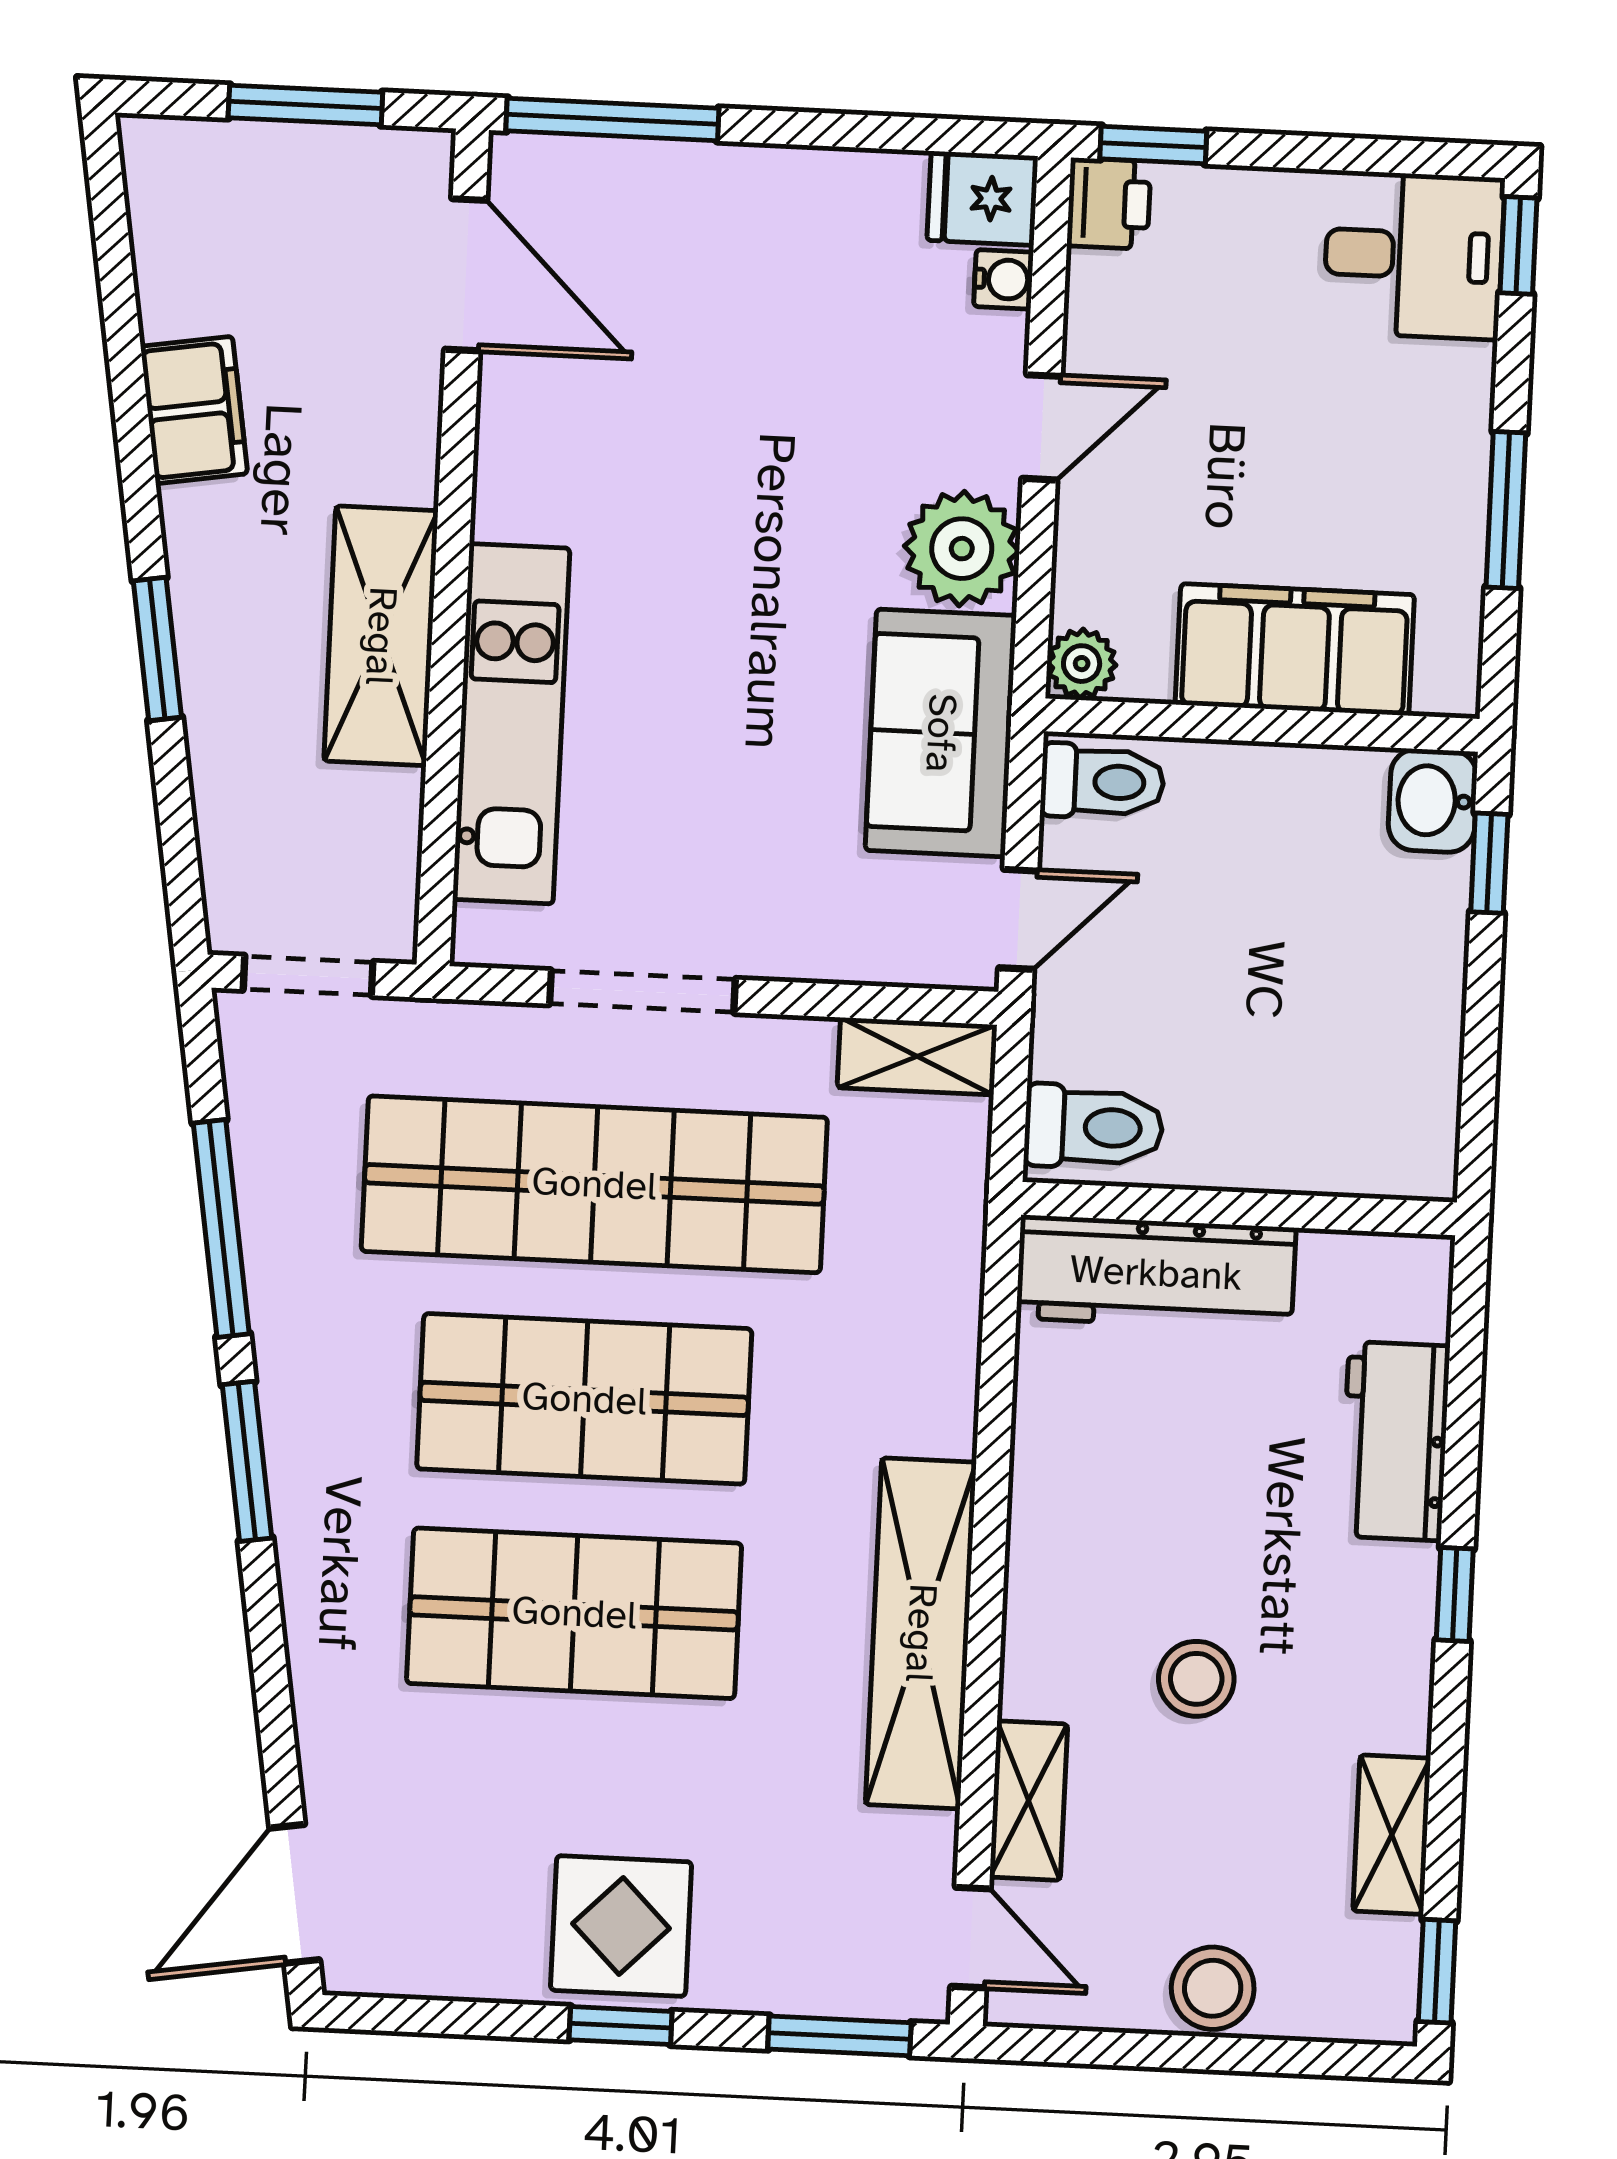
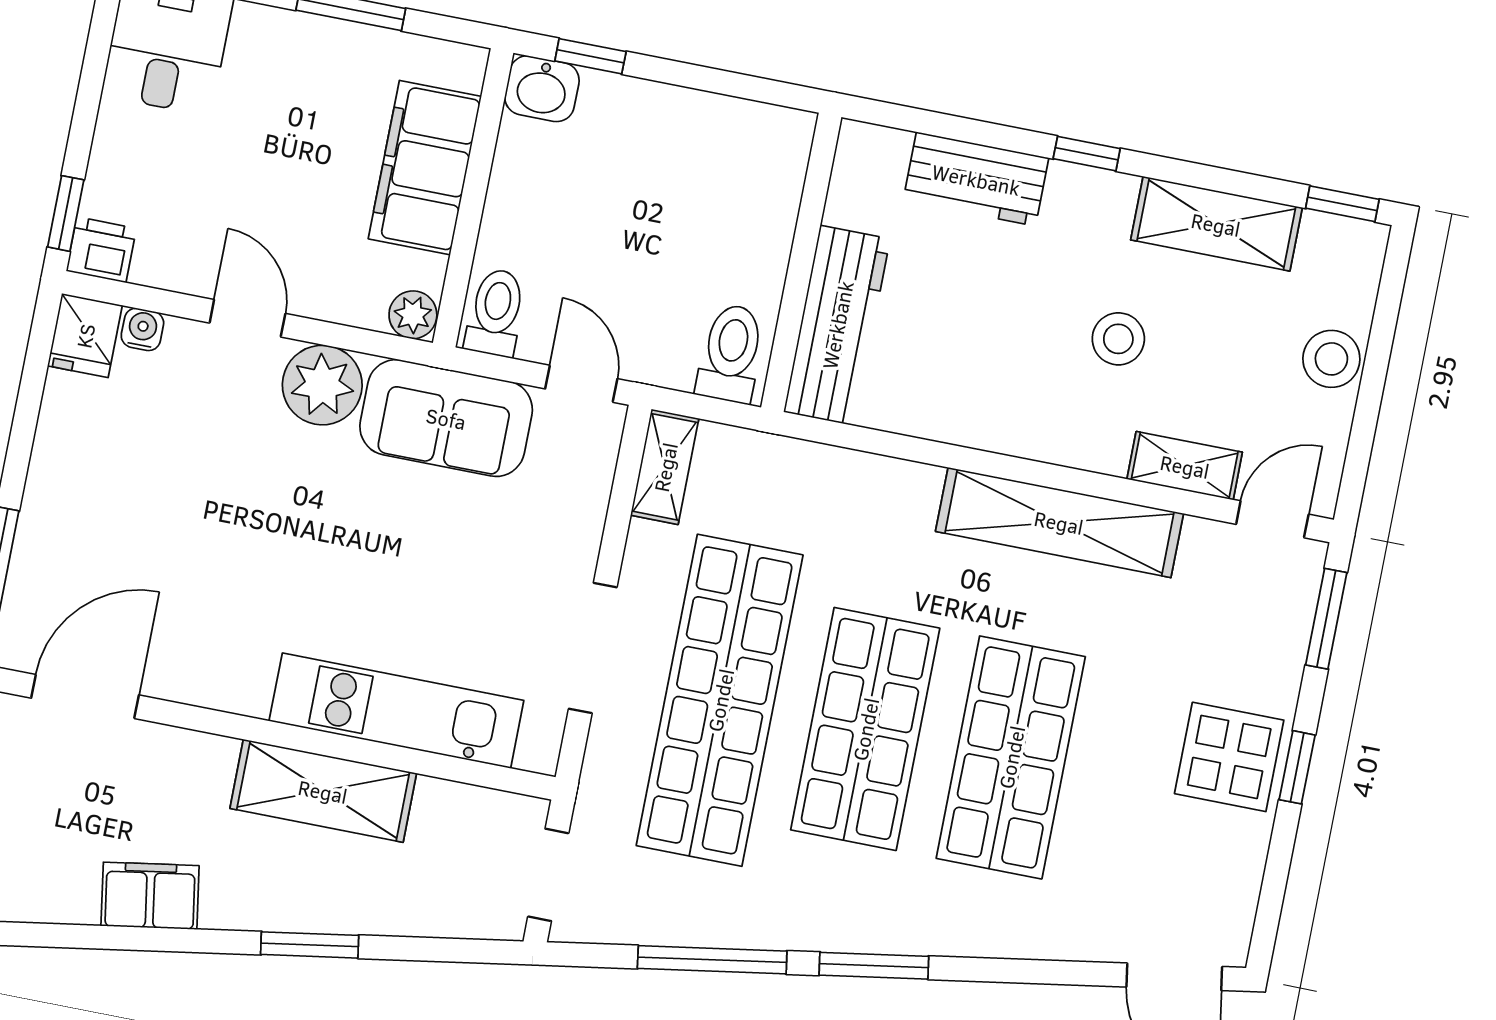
shelving: (1392, 1835) -> (1216, 224), width x1.50, depth x1.33

